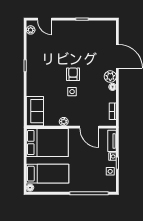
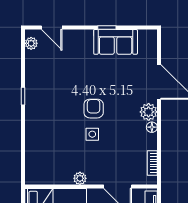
sofa: (35, 111) -> (116, 42), moved, turned 90

